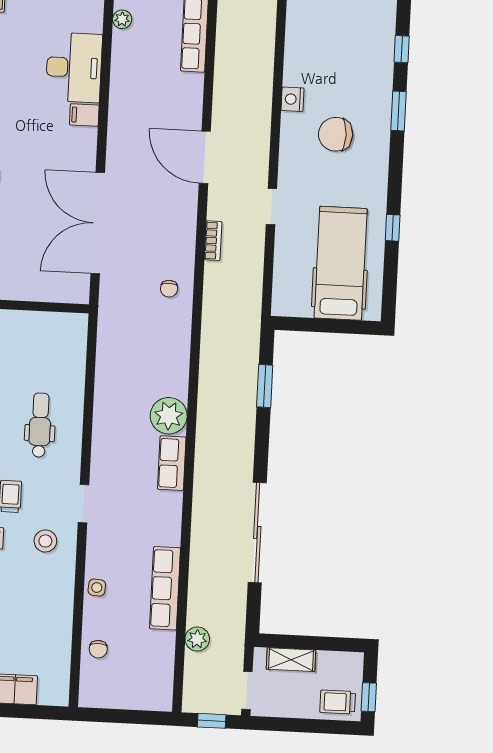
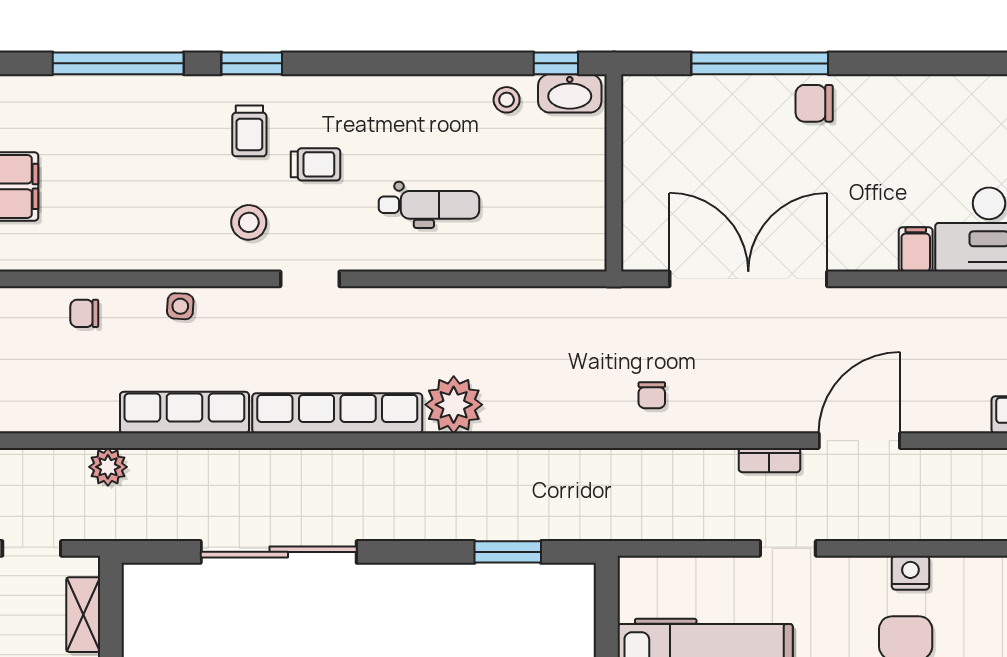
nightstand: (292, 99) -> (910, 573), moved
bookcase: (213, 241) -> (769, 460), moved
chair: (169, 289) -> (652, 395), turned -90
row of seats: (172, 463) -> (337, 413), width x2.02

